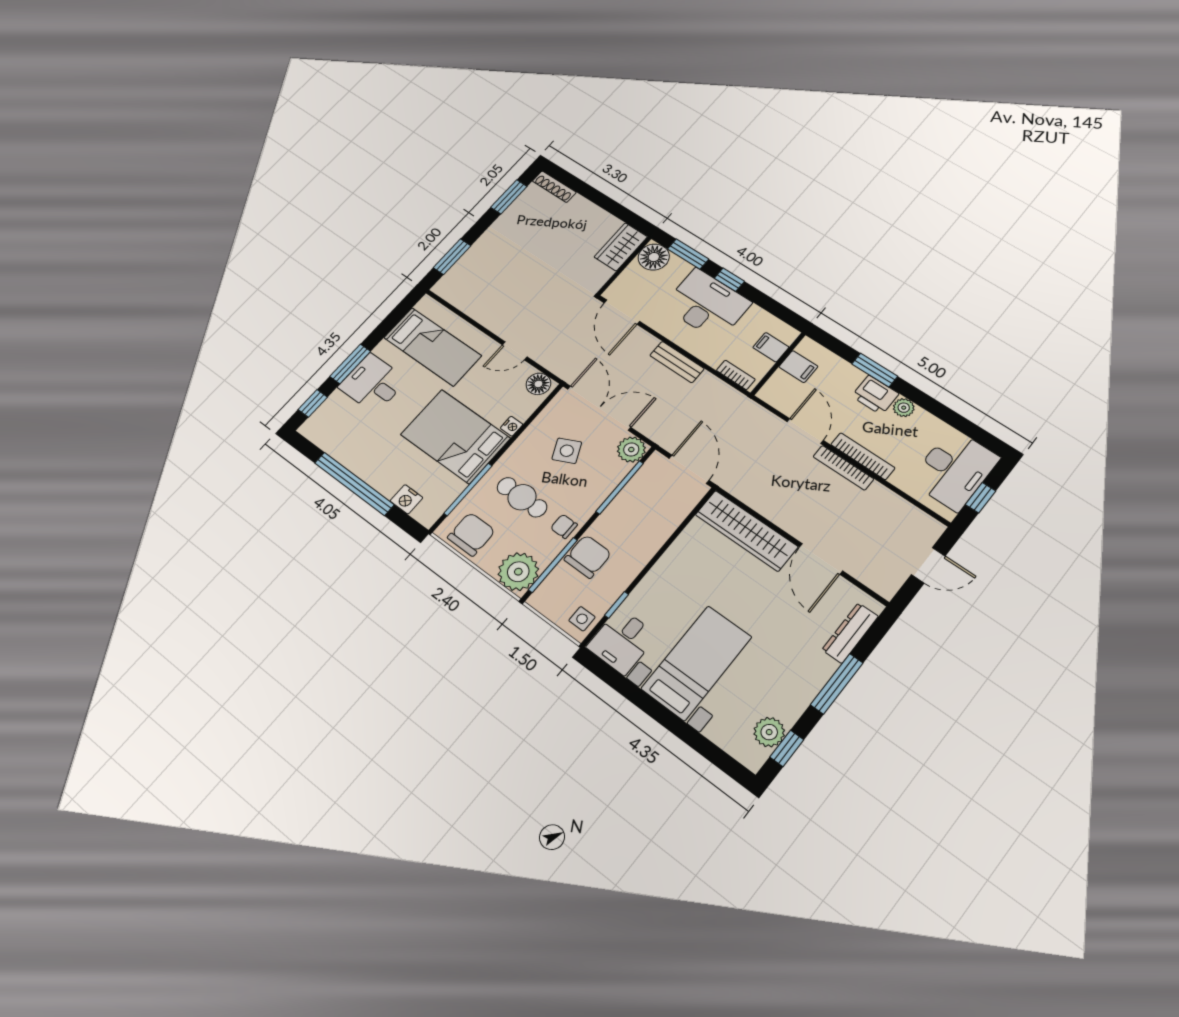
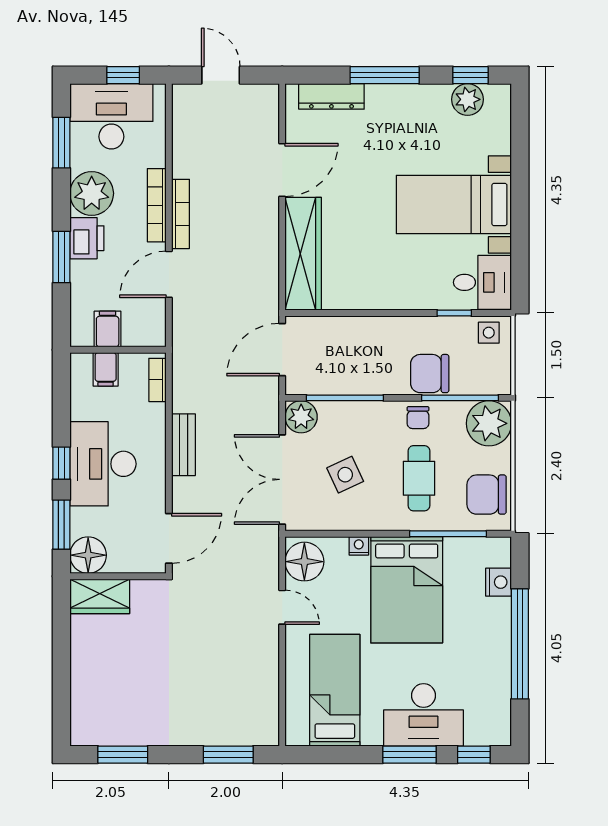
shoe rack: (554, 187) -> (79, 718), removed
desk: (373, 383) -> (424, 715), width x1.37
floor lamp: (538, 384) -> (304, 562), width x1.38, depth x1.38
plant: (904, 408) -> (92, 193), width x1.88, depth x1.88
window: (960, 423) -> (61, 143), added

